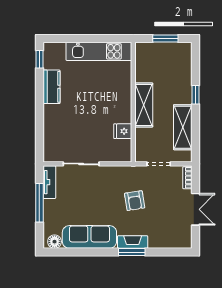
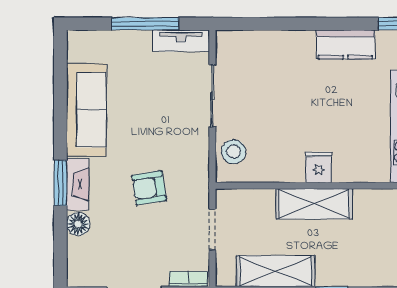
fridge: (123, 131) -> (319, 167), moved
stool: (114, 152) -> (233, 152), added
floor lamp: (55, 242) -> (78, 224), moved

